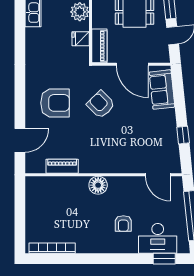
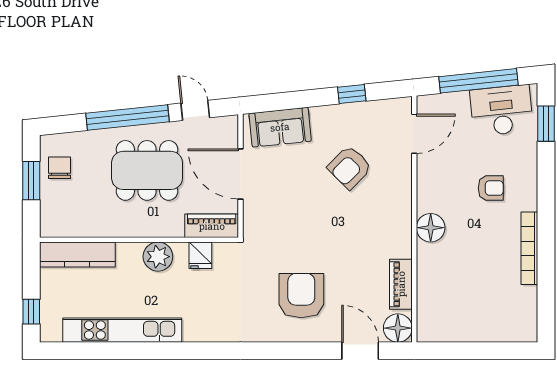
door: (132, 64) -> (240, 174), swing flipped
armchair: (101, 104) -> (350, 167), moved
floor lamp: (34, 164) -> (398, 328), added
desk: (158, 238) -> (502, 110), moved, turned -96
bookcase: (52, 248) -> (529, 248), moved

